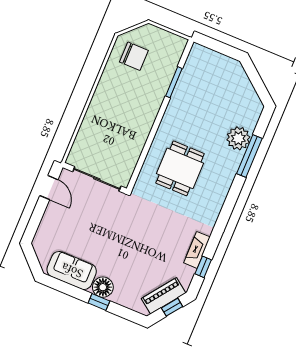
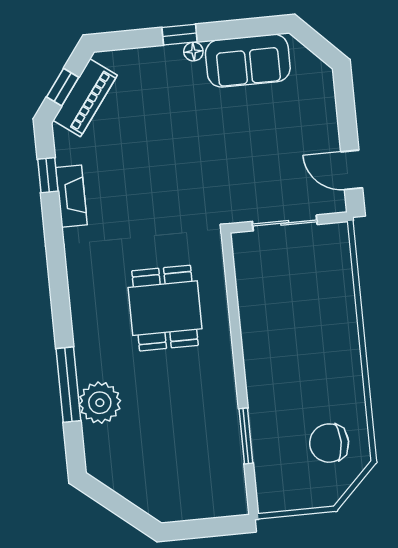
sliding door: (97, 179) -> (285, 223), width x0.73
floor lamp: (103, 287) -> (193, 52), width x0.53, depth x0.53

